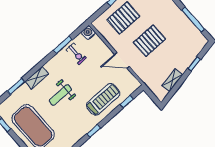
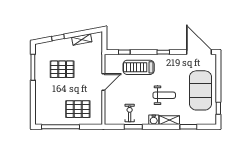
water cooler: (88, 33) -> (154, 120), moved
pallet: (150, 41) -> (62, 69), moved
door: (122, 60) -> (103, 82), hinge flipped

